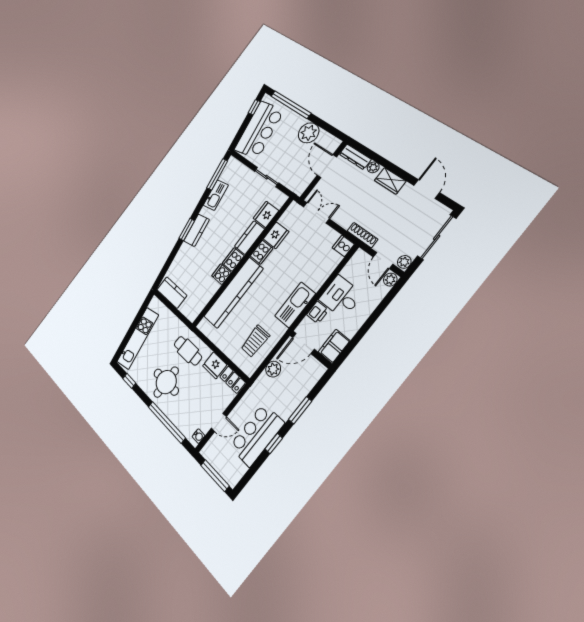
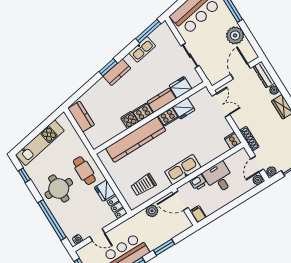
filing cabinet: (334, 346) -> (198, 214), width x0.50

